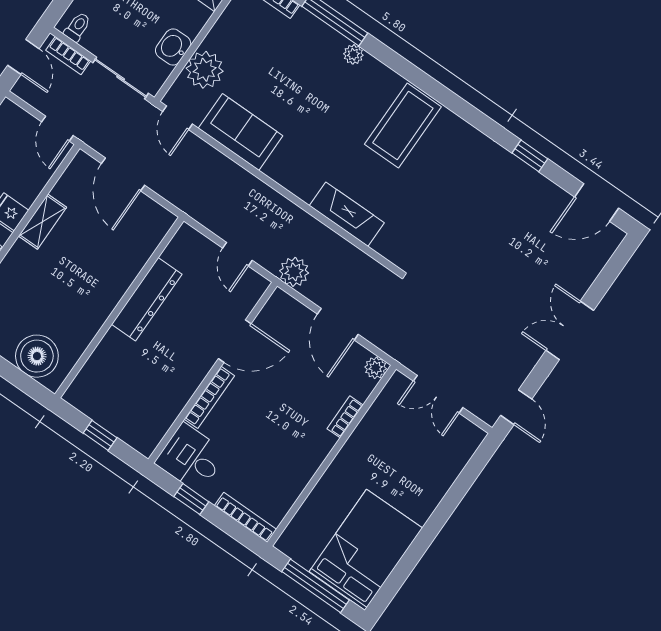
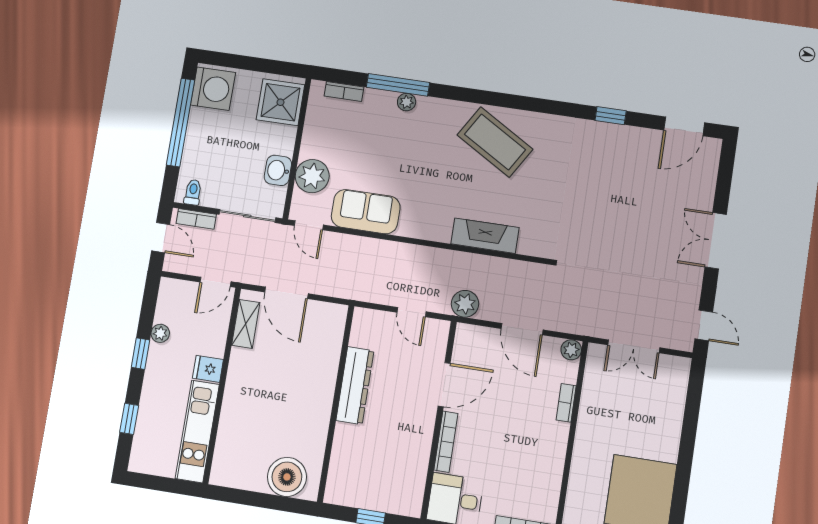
plant: (353, 54) -> (407, 102), moved
coffee table: (403, 126) -> (495, 142), turned -59
door: (57, 129) -> (215, 282), hinge flipped
shelving: (42, 222) -> (246, 324), moved

